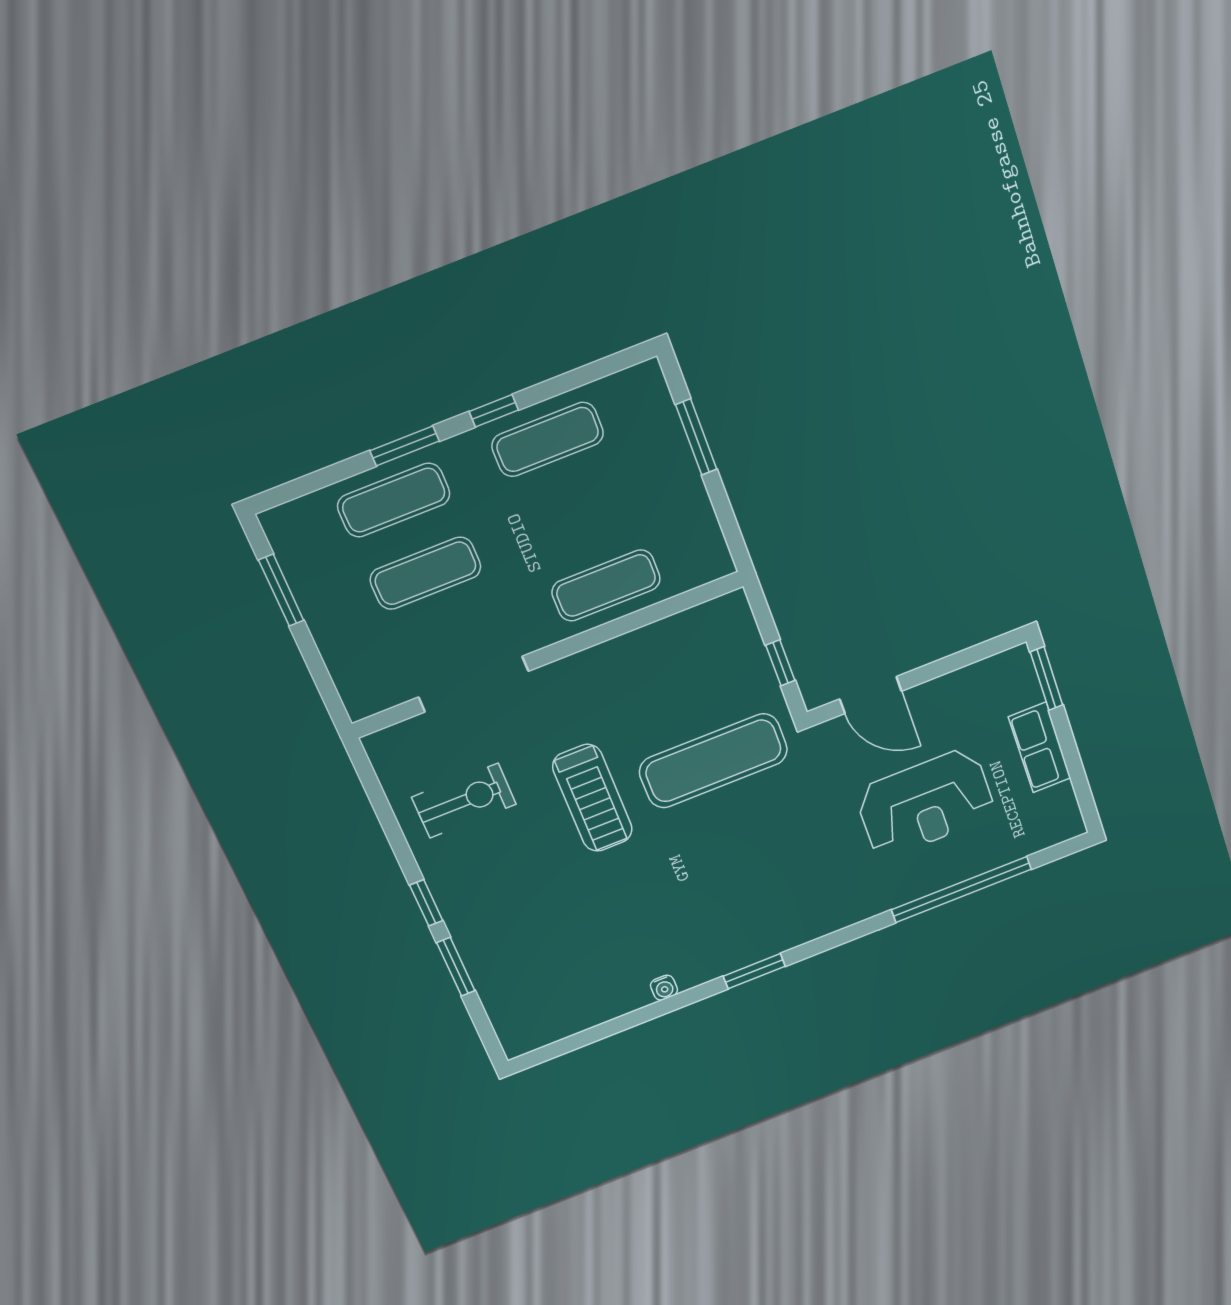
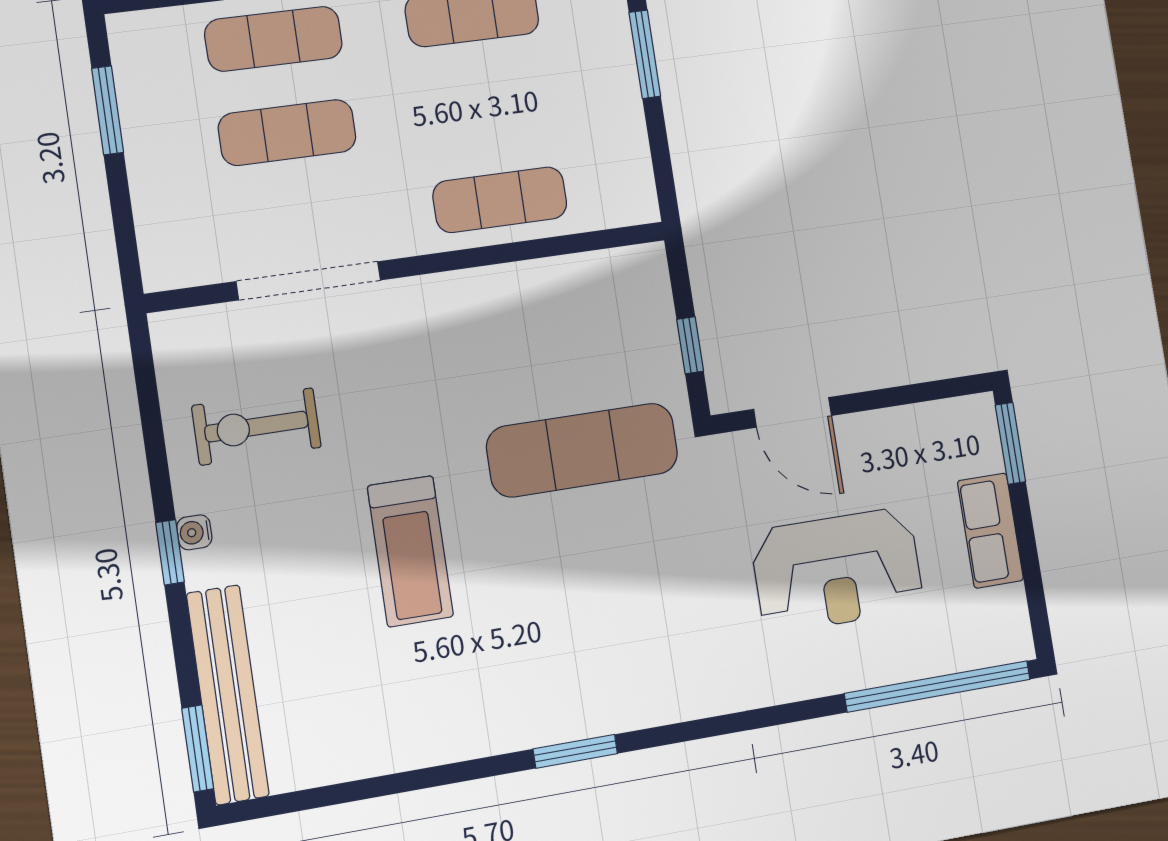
treadmill: (592, 798) -> (410, 551), moved
exercise bike: (464, 801) -> (256, 426), turned 180
window: (961, 890) -> (938, 686), moved
window: (456, 967) -> (198, 749), moved
bench: (495, 988) -> (228, 695), added
water cooler: (664, 988) -> (194, 532), moved, turned 90

